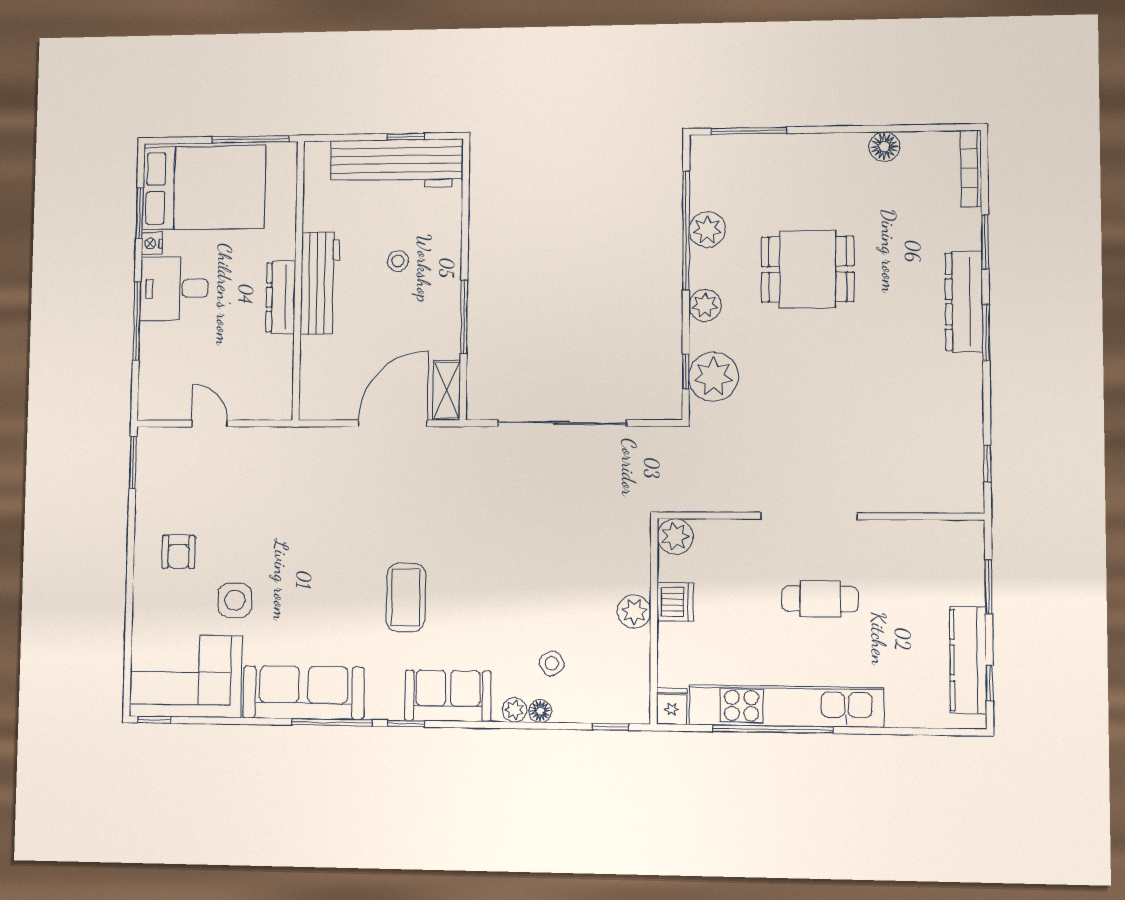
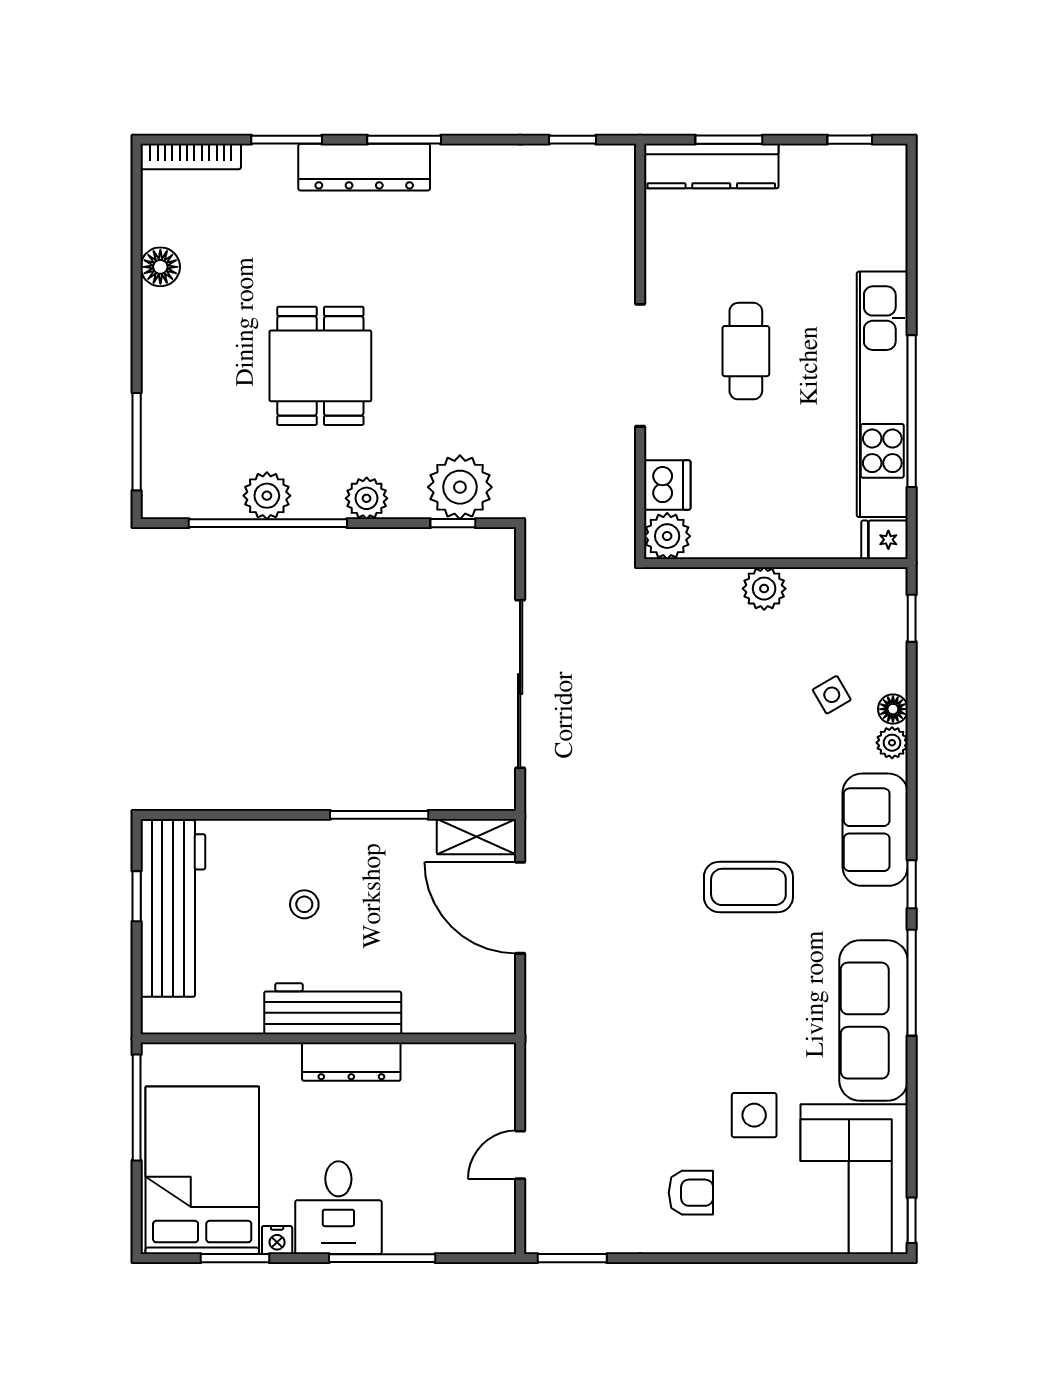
dishwasher: (675, 602) -> (667, 485), moved, turned 90
kitchen counter: (968, 660) -> (711, 166), moved

